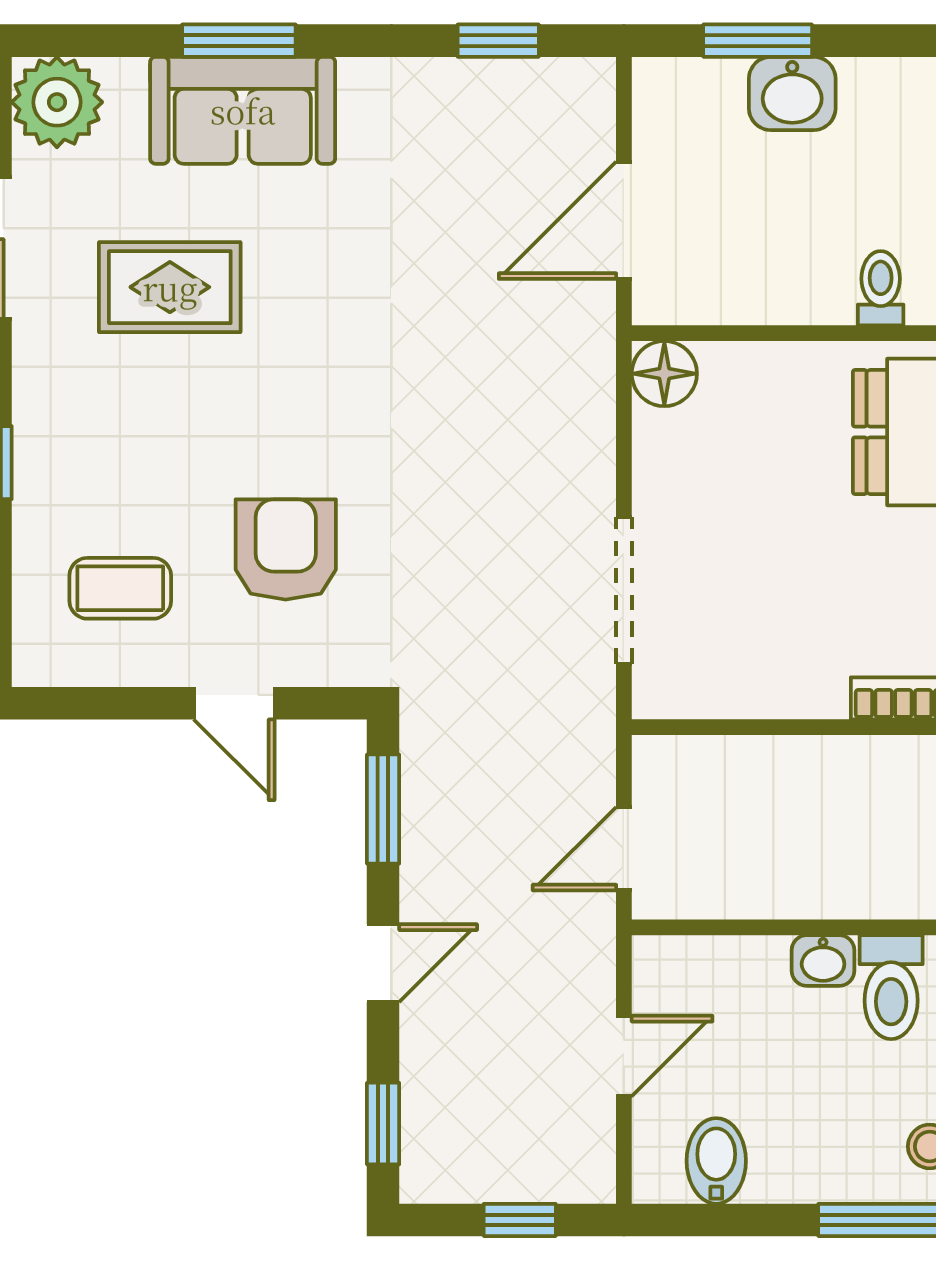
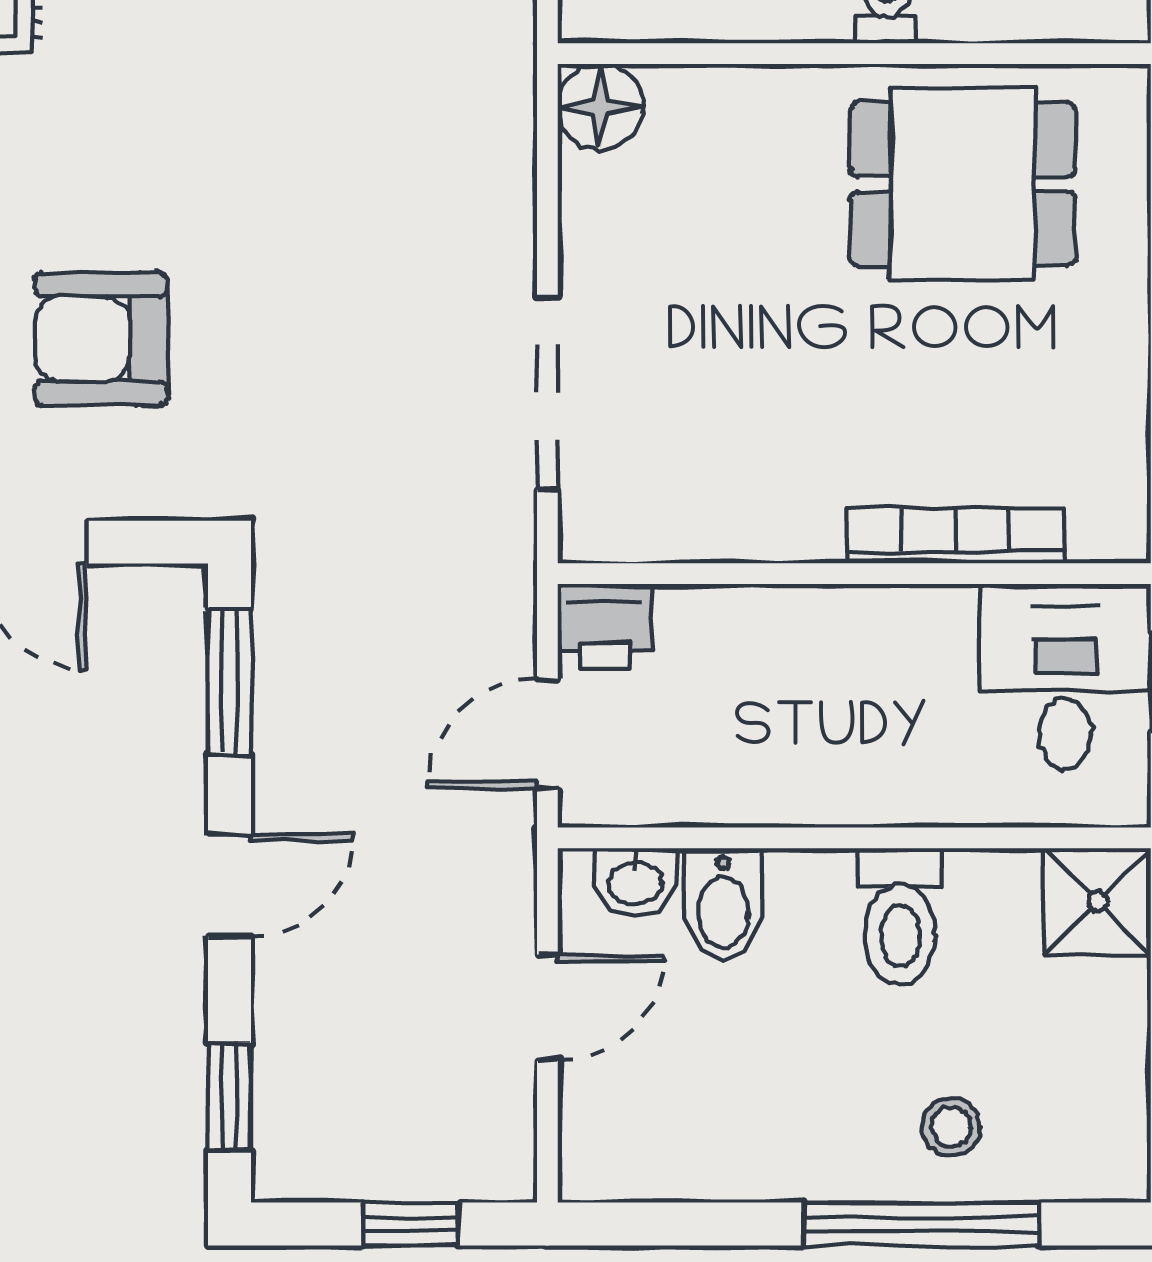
armchair: (286, 549) -> (101, 339), turned -90
printer: (667, 767) -> (604, 626), added
washbasin: (823, 960) -> (636, 882), moved
bidet: (716, 1161) -> (723, 905), moved, turned 180

